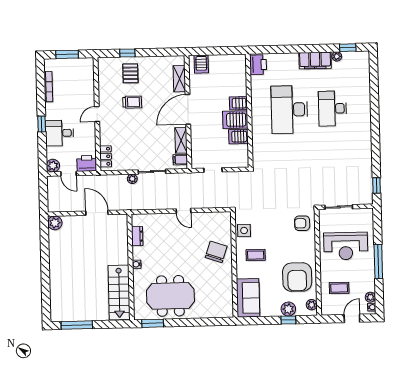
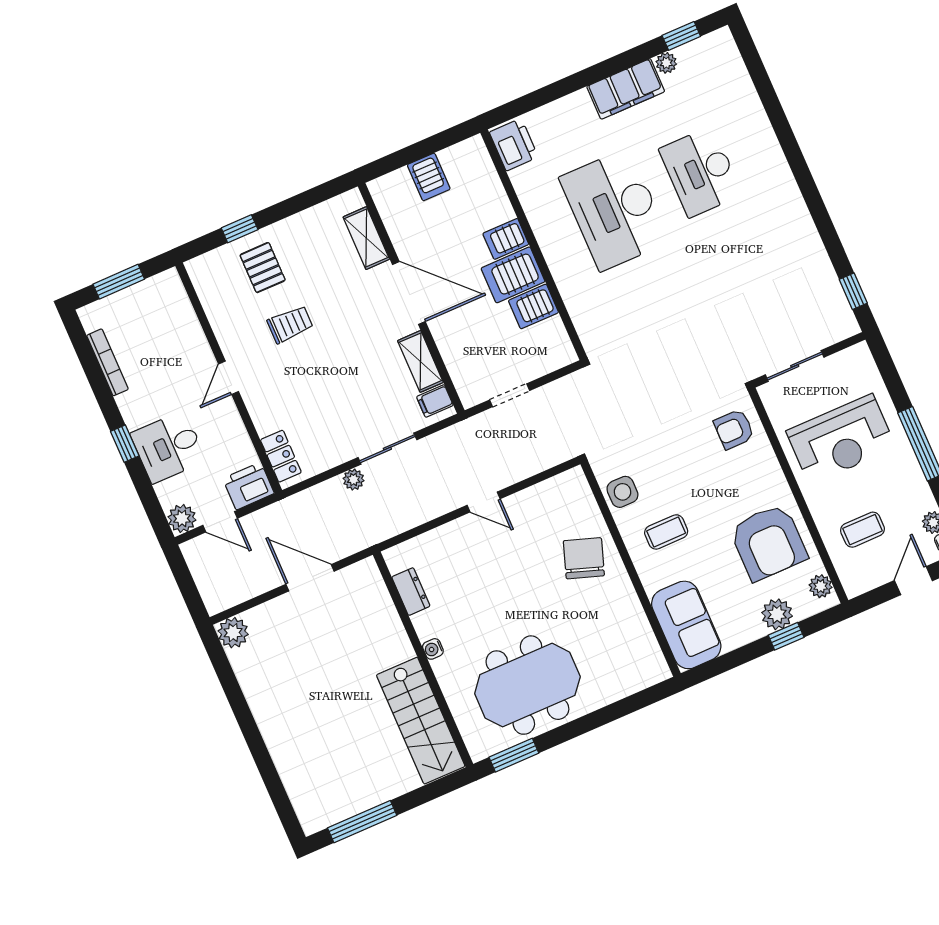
server rack: (201, 64) -> (429, 177), moved
door: (188, 109) -> (409, 293), swing flipped

